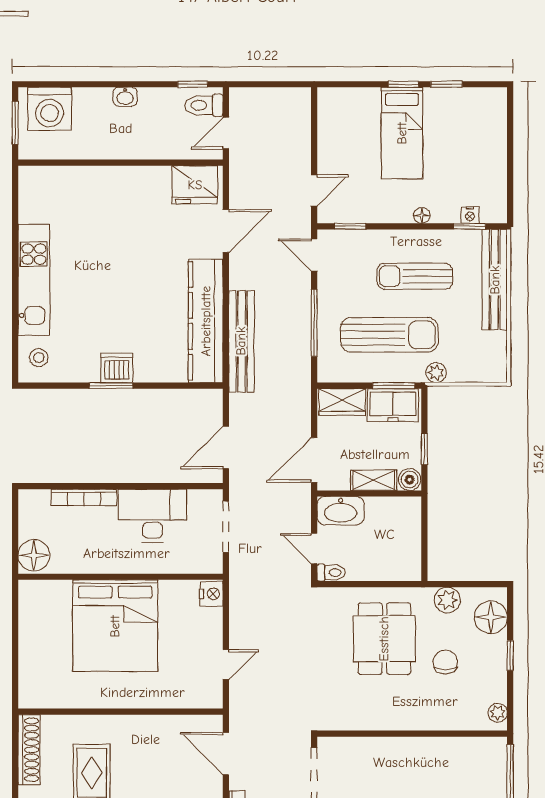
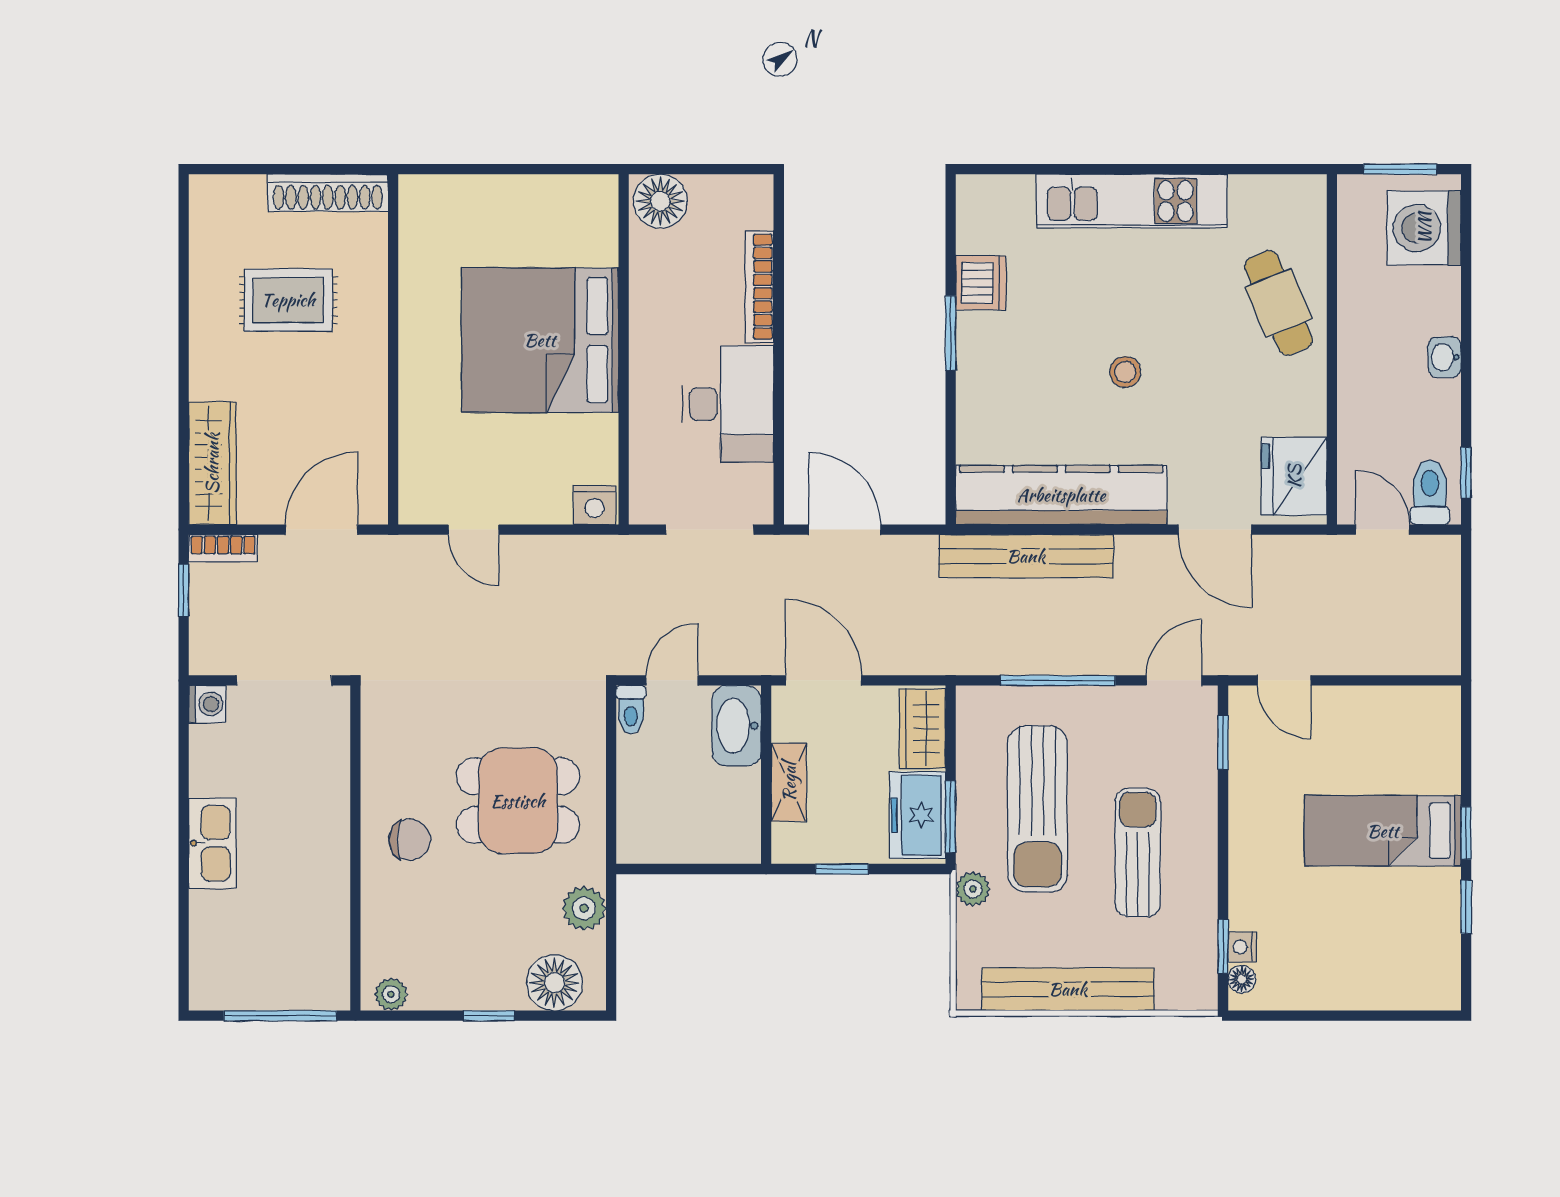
cafe table: (93, 194) -> (1278, 303), added
floor lamp: (422, 215) -> (1242, 979), moved
bench: (495, 280) -> (1068, 989), moved
stool: (39, 358) -> (1125, 372), moved
dishwasher: (117, 368) -> (981, 283), moved
boiler: (410, 480) -> (790, 844), removed
chair: (445, 662) -> (410, 840), moved

